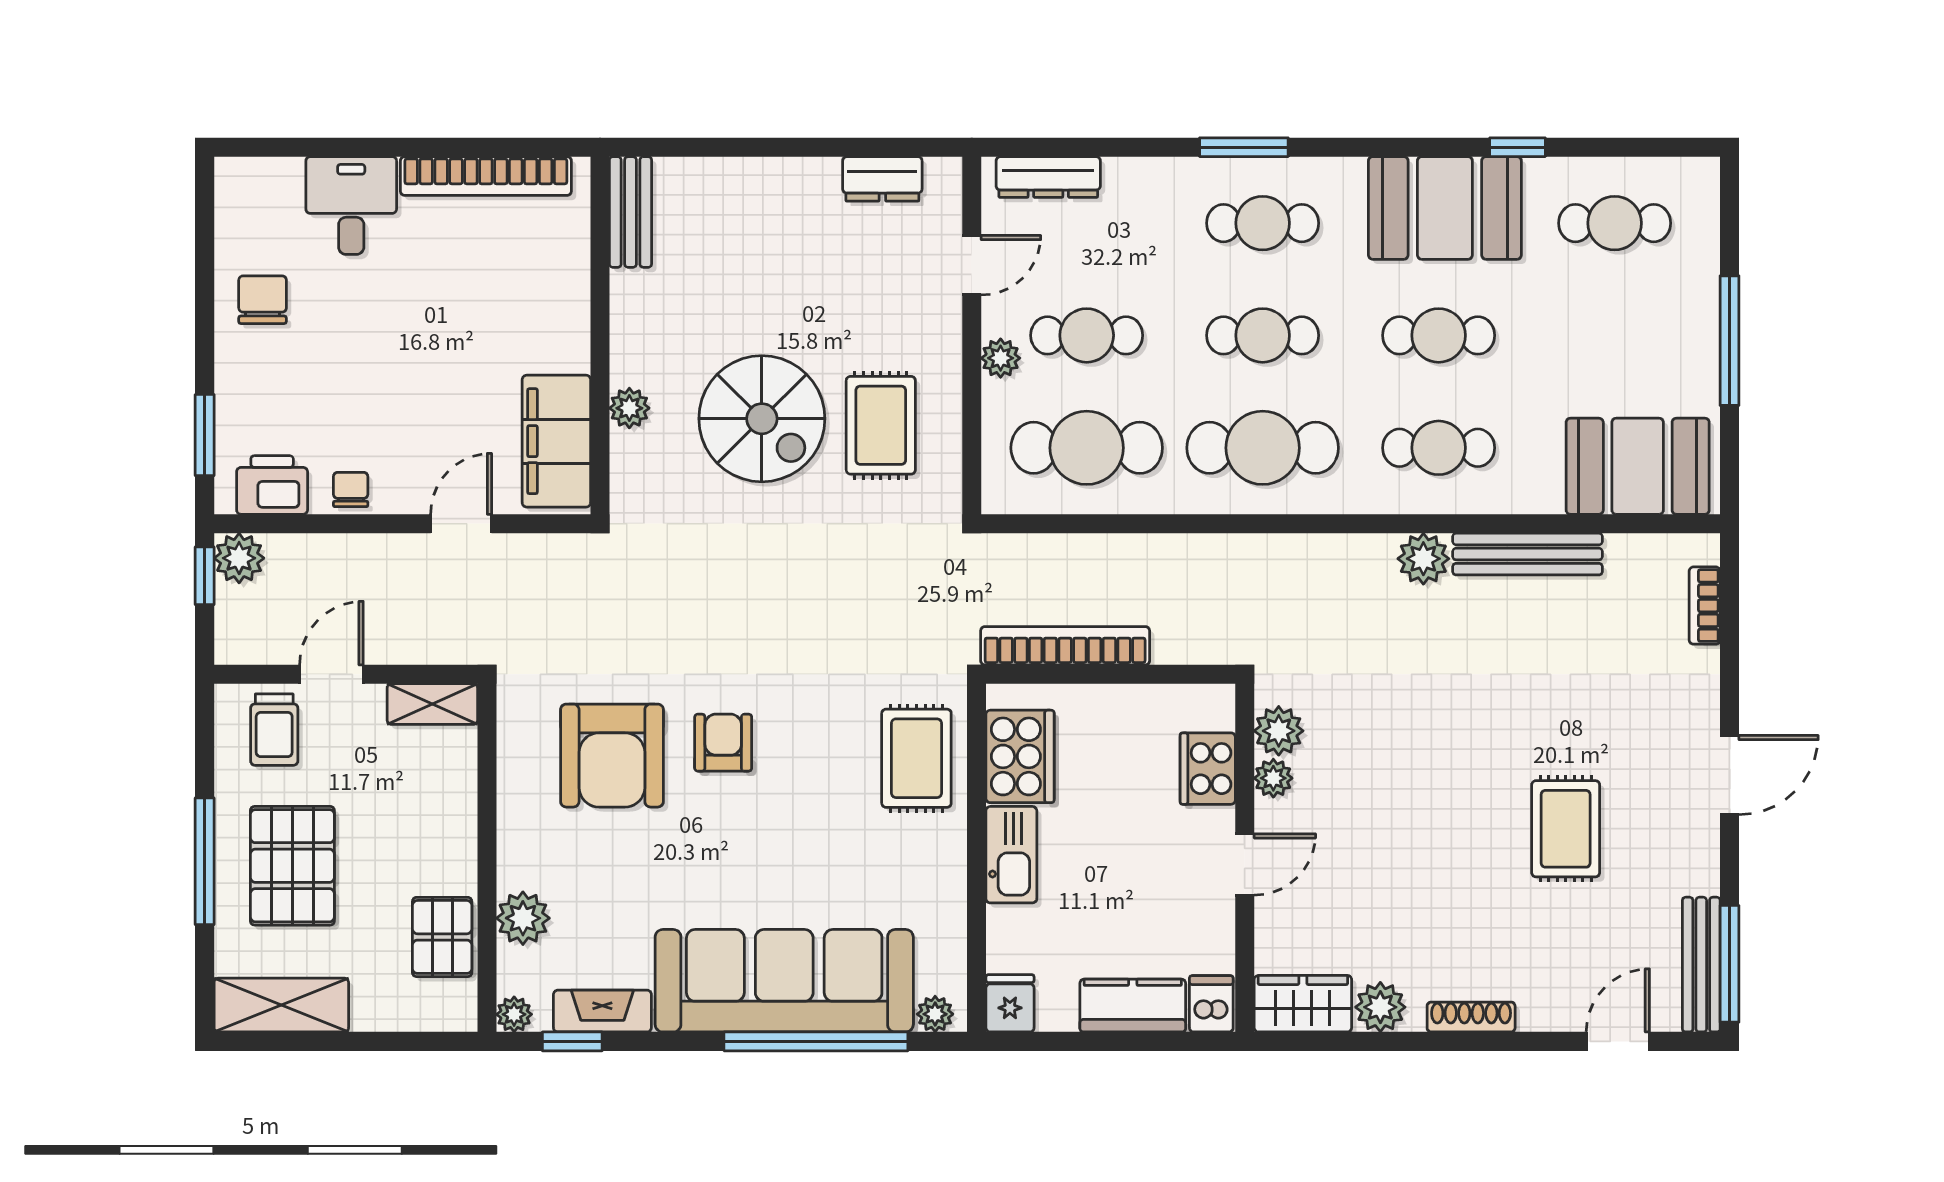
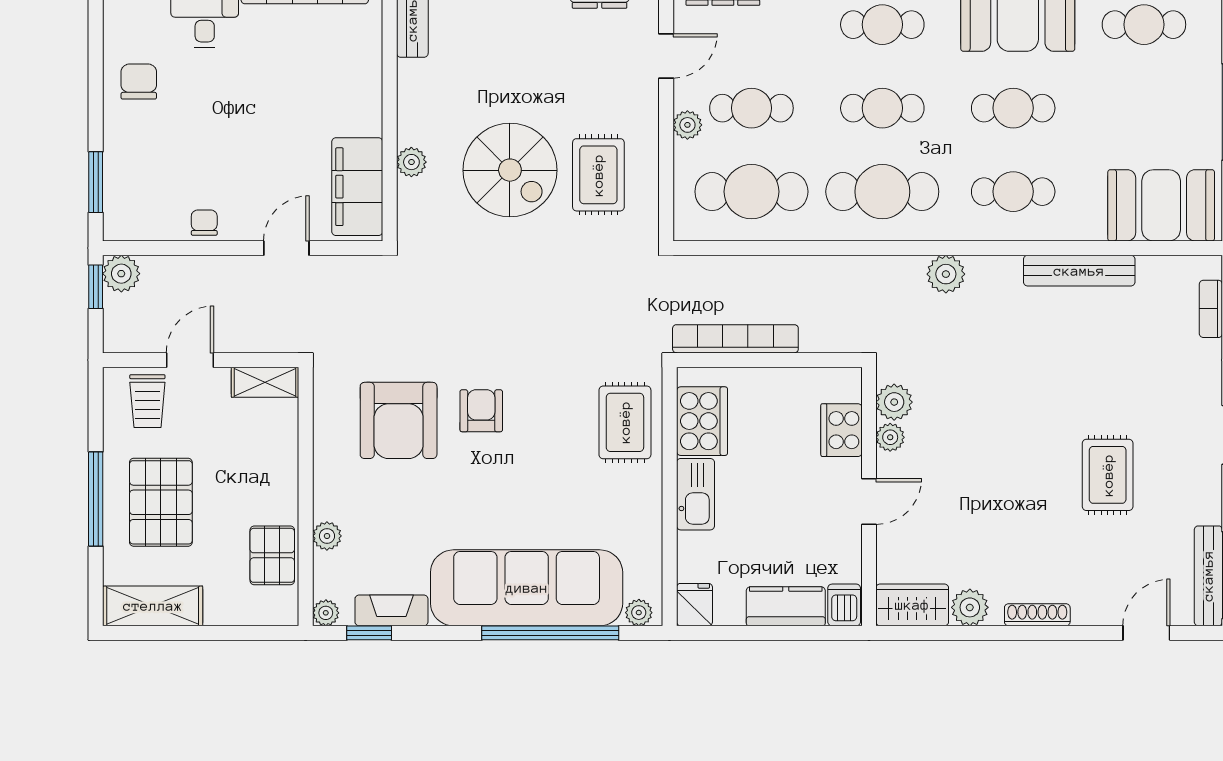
printer: (272, 485) -> (146, 219), removed
plant: (1423, 559) -> (946, 274), moved
plant: (523, 918) -> (327, 536), width x0.73, depth x0.73

